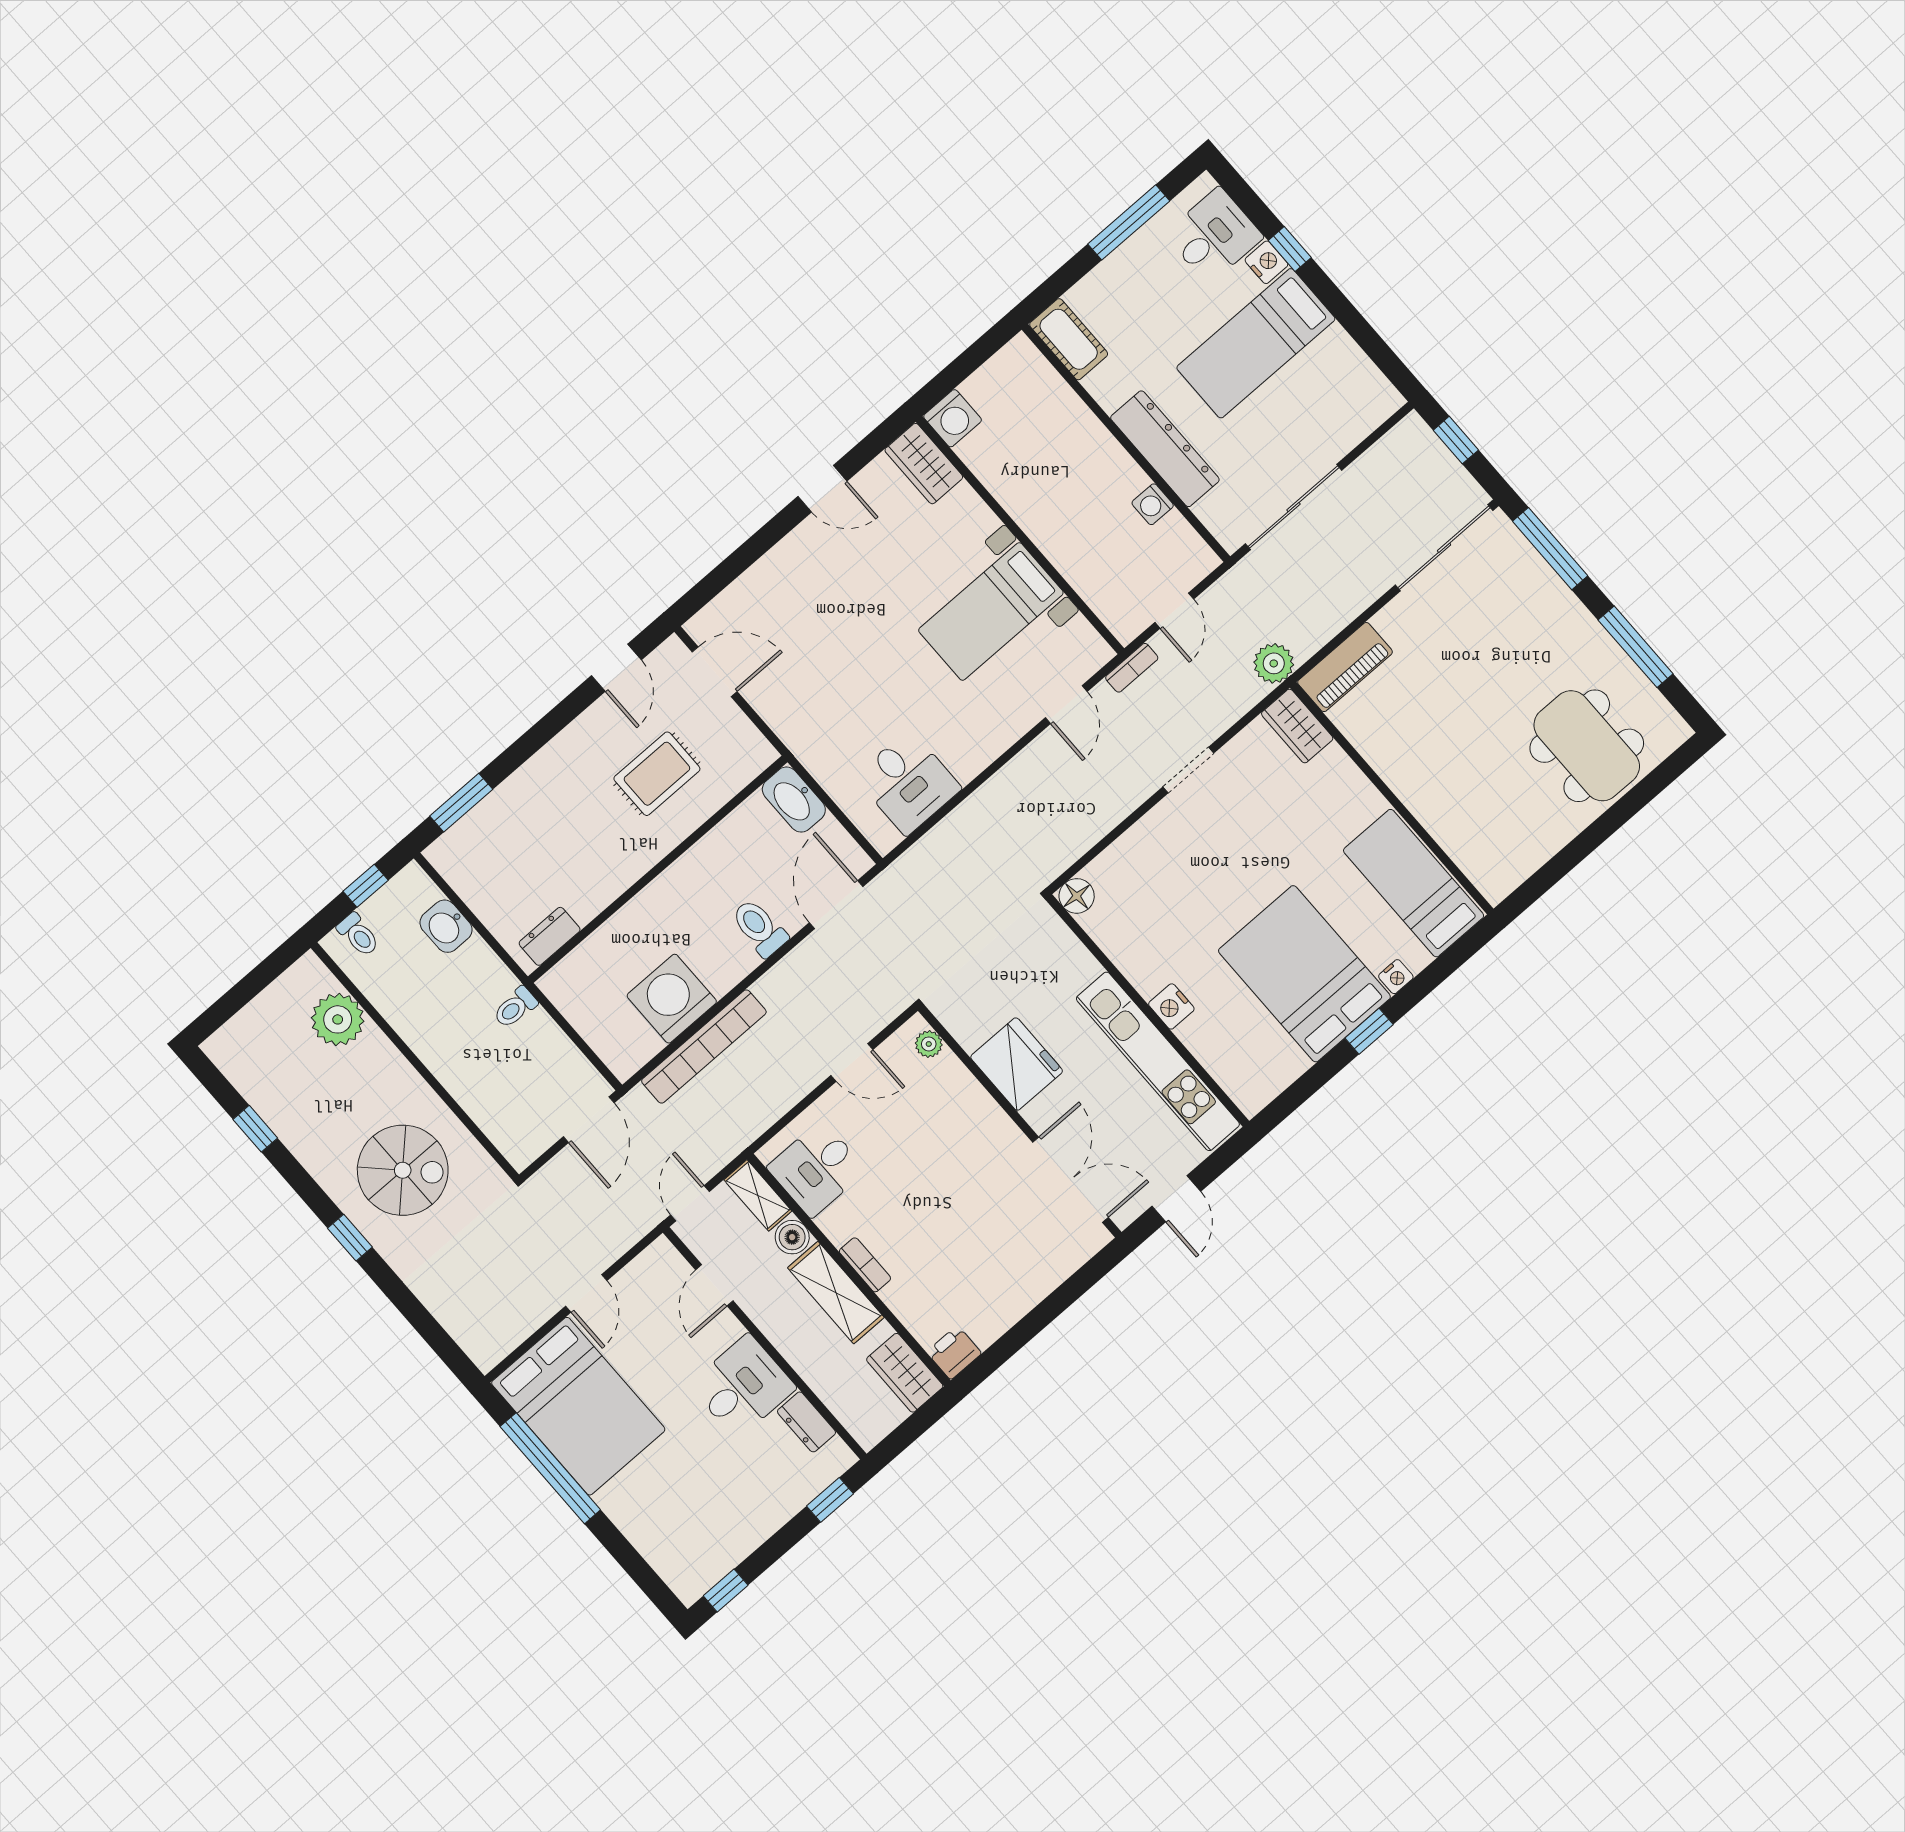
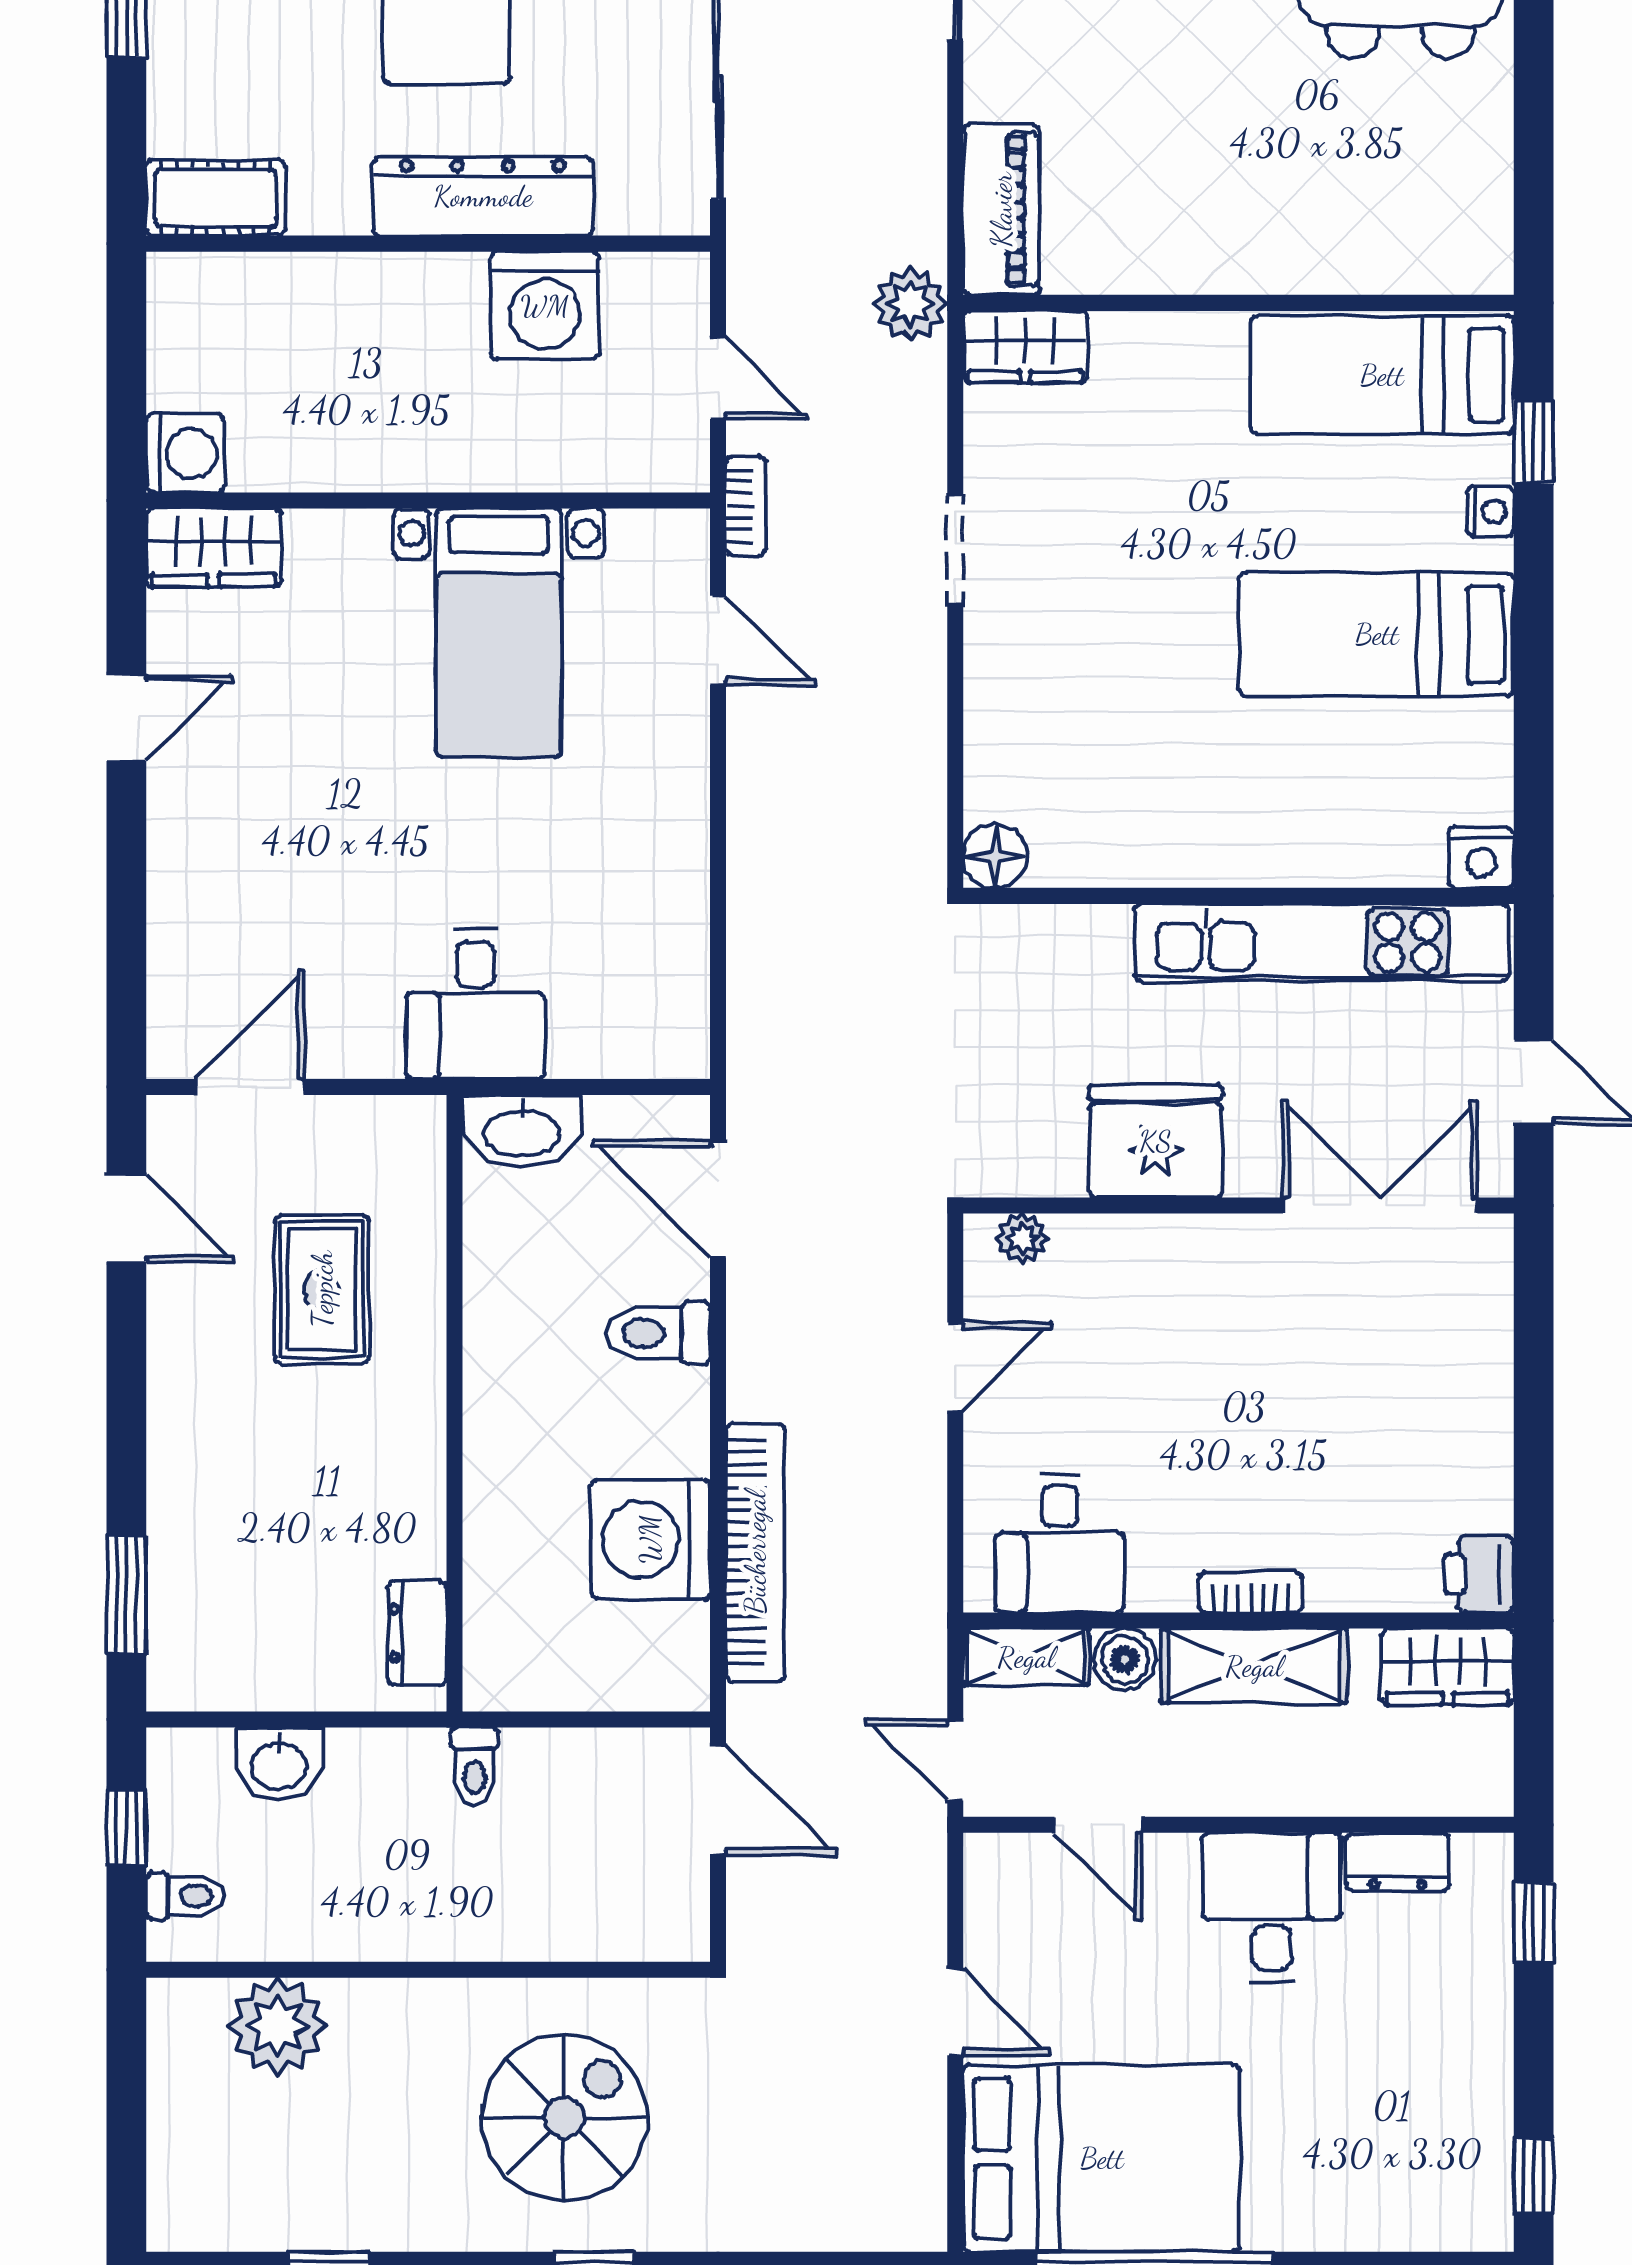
washing machine: (1153, 504) -> (545, 306), width x1.89, depth x1.89
desk: (908, 782) -> (475, 1004), moved, turned 90
bed: (1304, 974) -> (1377, 634), width x0.67
nightstand: (1171, 1006) -> (1481, 858), moved
window: (1369, 1031) -> (1534, 442), moved

